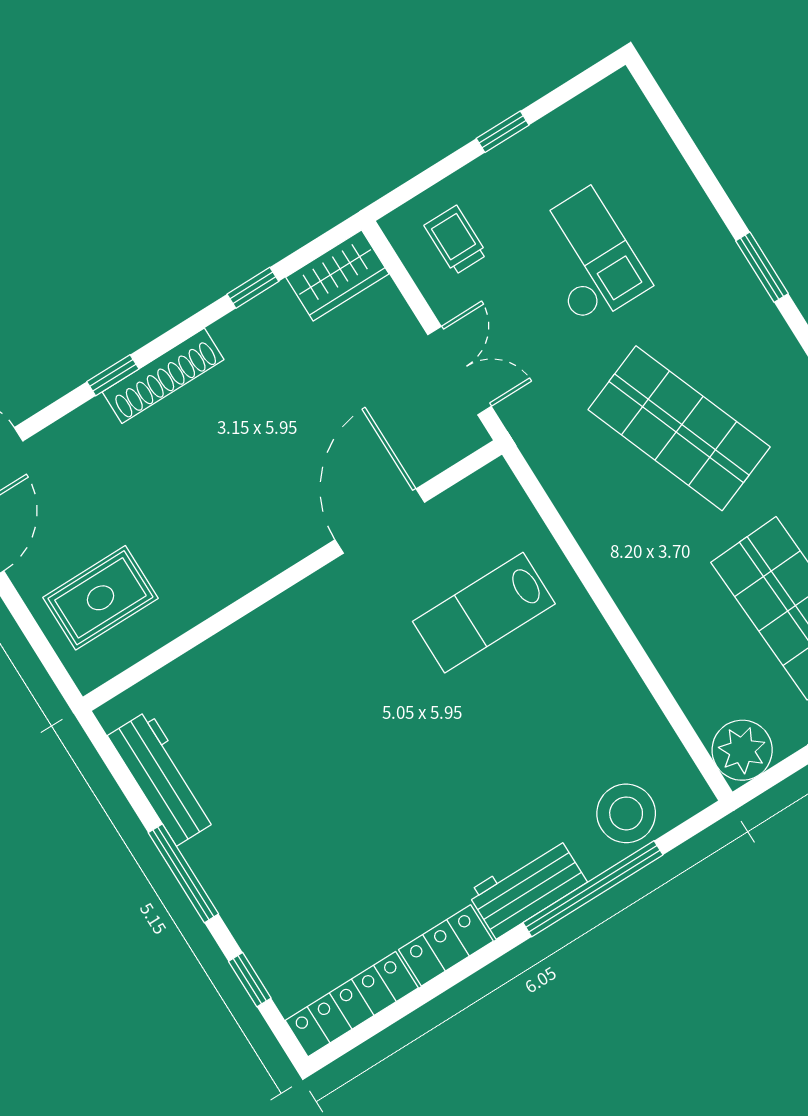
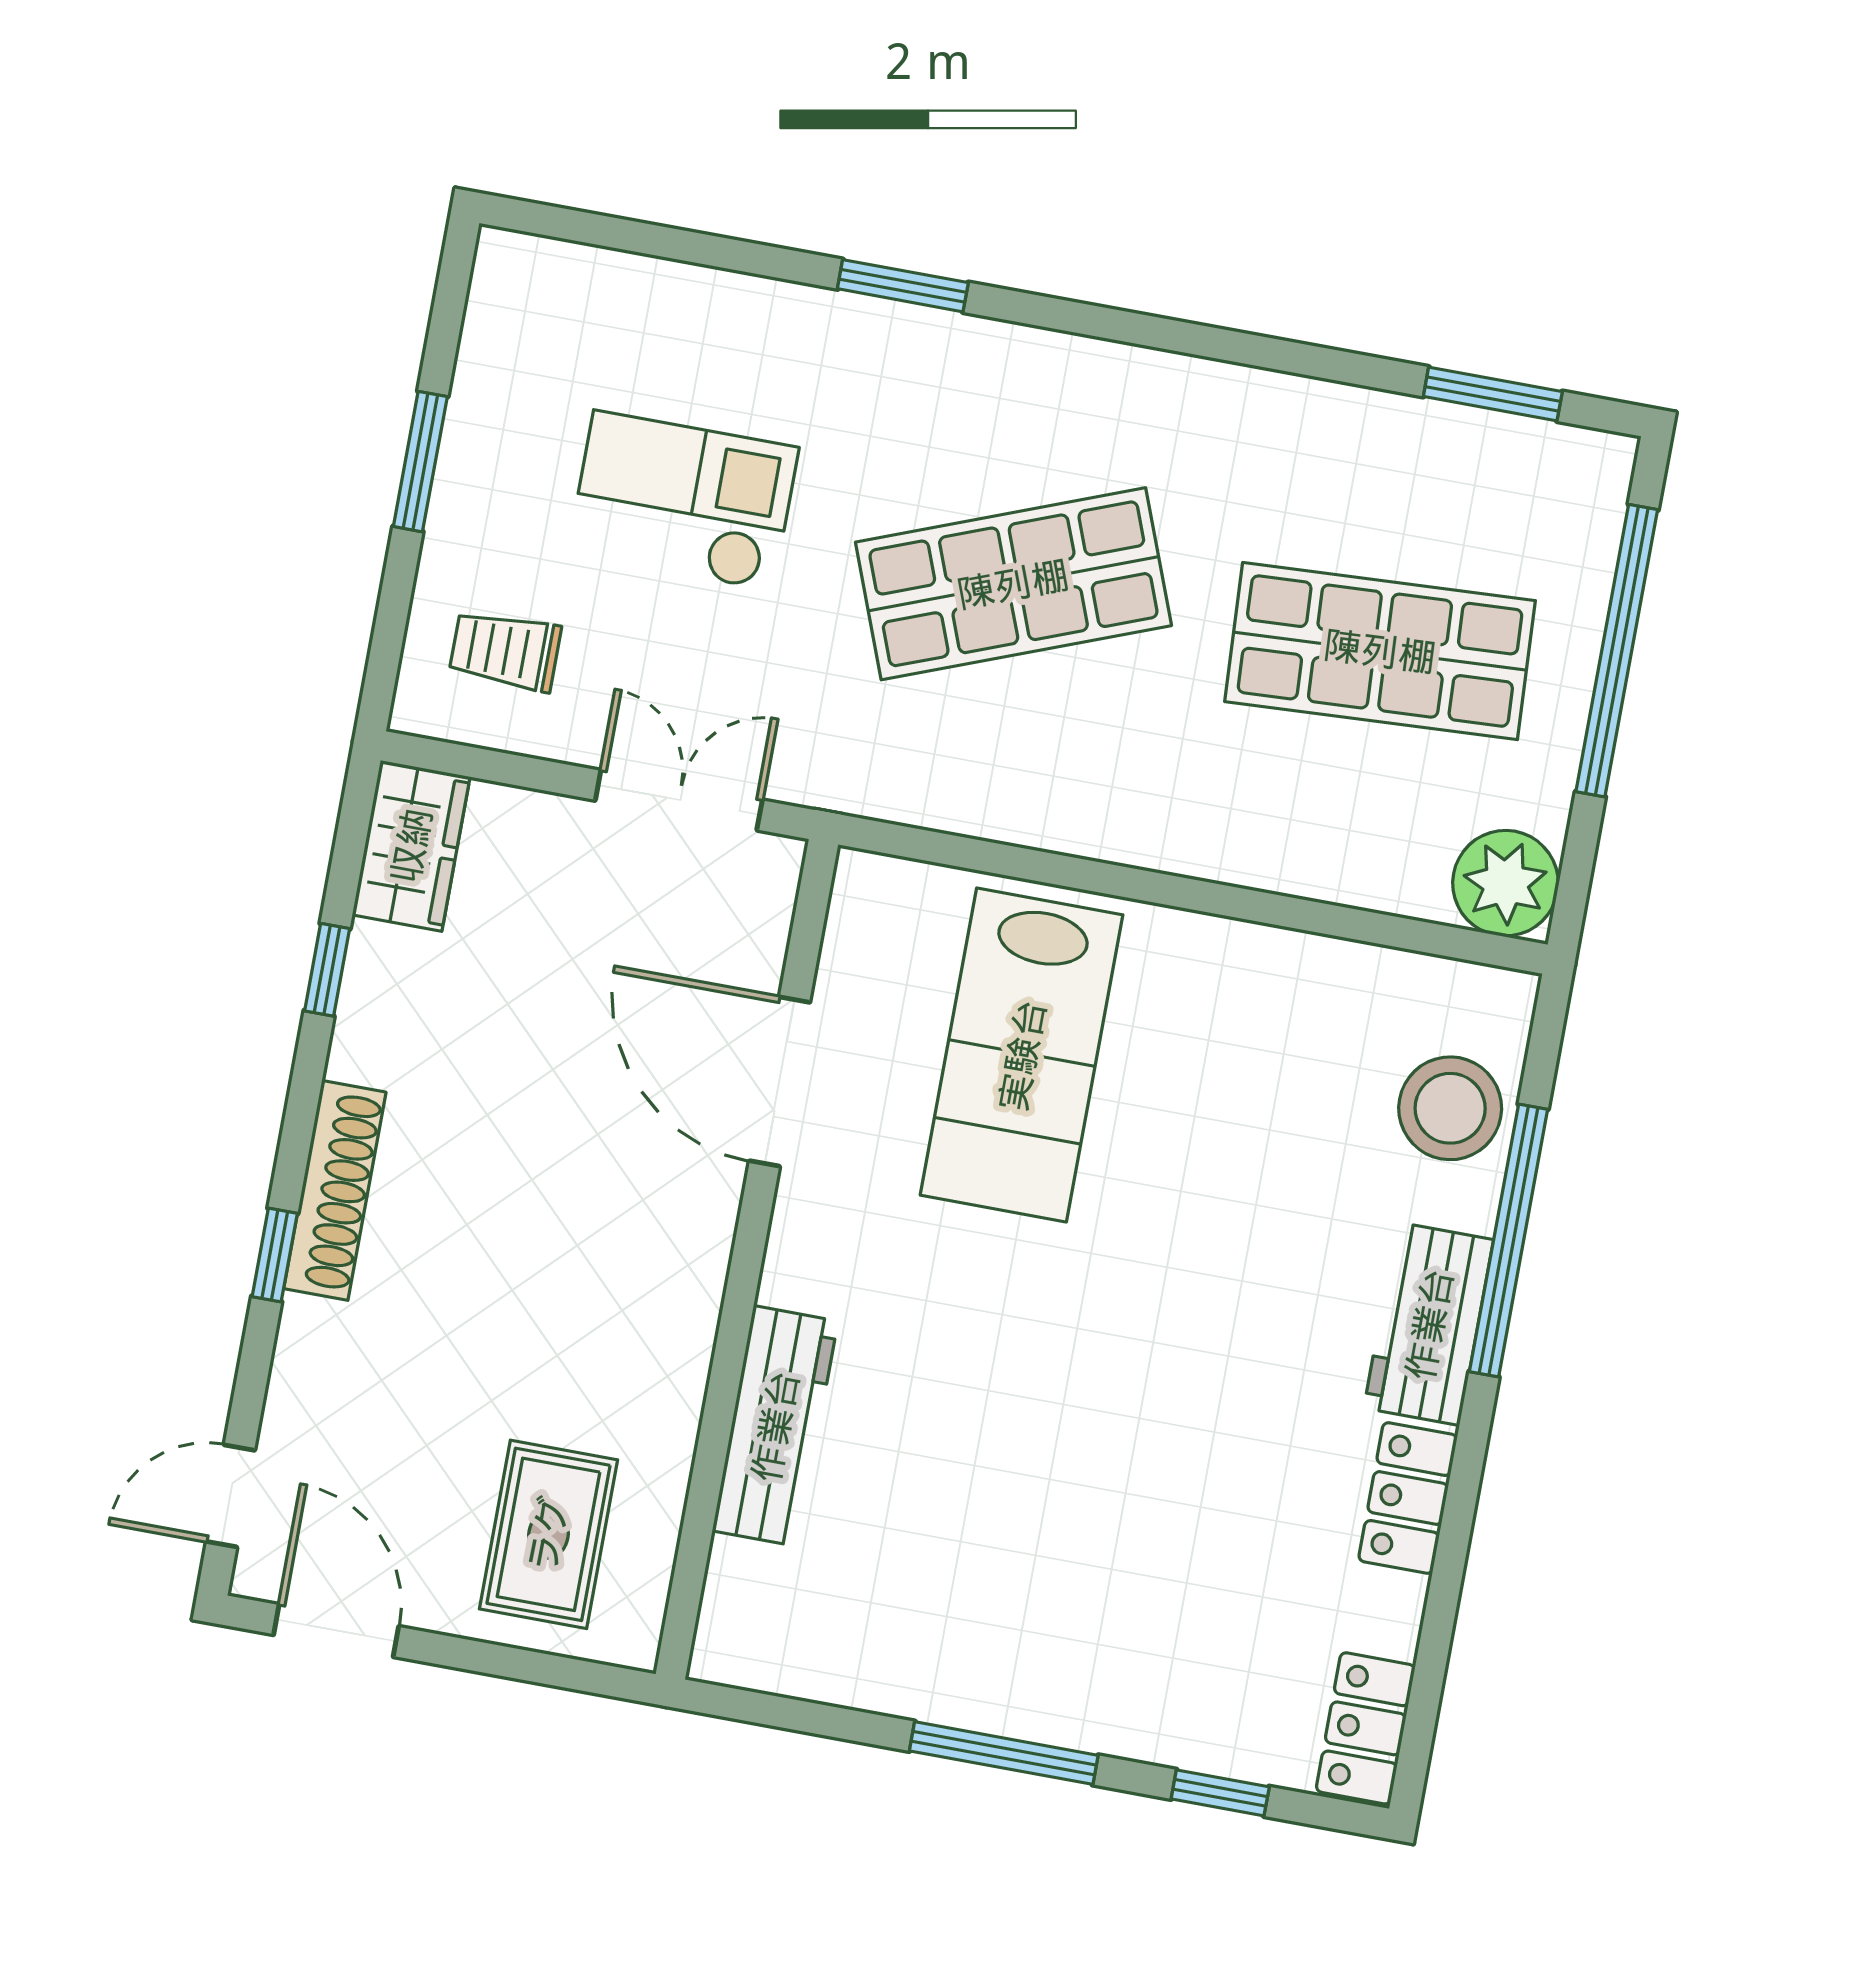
window: (503, 132) -> (420, 462), width x1.50
lab bench: (484, 613) -> (1022, 1055), width x1.36, depth x1.39
workbench: (163, 778) -> (775, 1426), moved, turned 90
locker: (352, 1004) -> (1366, 1728), width x0.66

